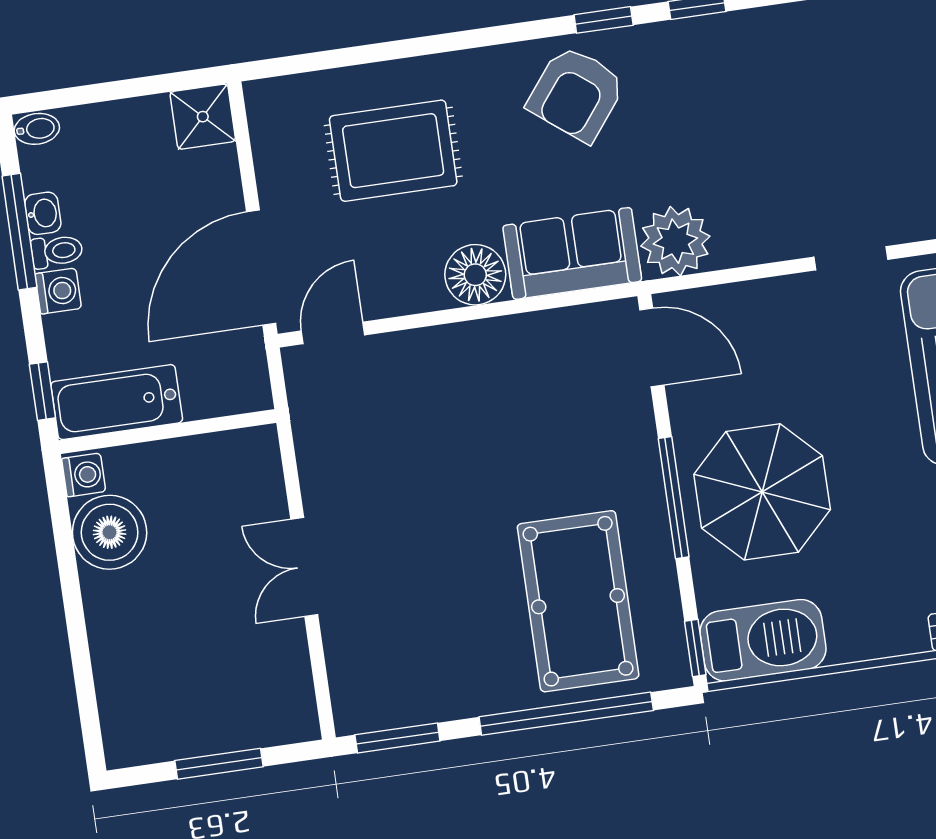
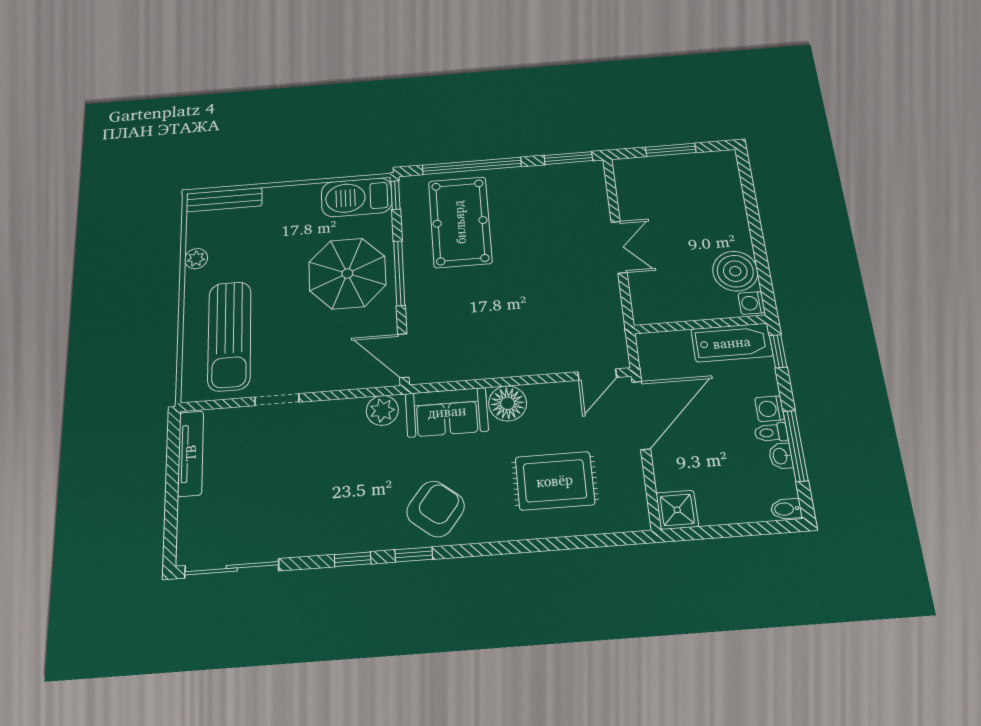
plant: (675, 241) -> (382, 410), width x0.73, depth x0.73

